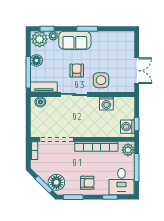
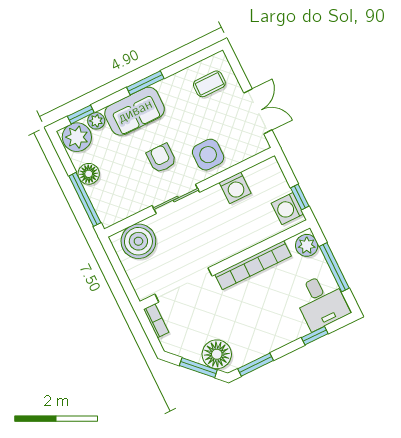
coffee table: (119, 45) -> (209, 84), added
tv unit: (44, 87) -> (122, 211), removed
boiler: (40, 102) -> (138, 241), width x1.86, depth x1.86
armchair: (87, 183) -> (267, 331), removed

